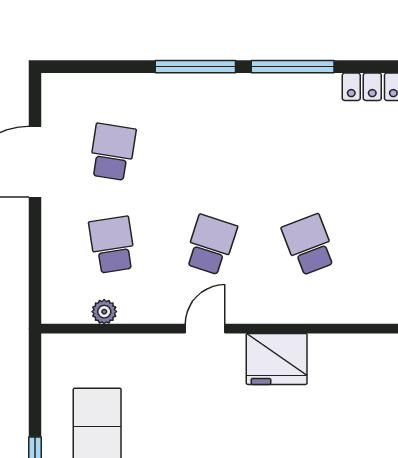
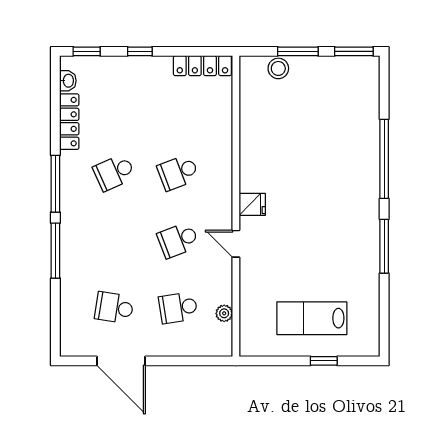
school desk: (309, 152) -> (114, 172), added
school desk: (211, 245) -> (178, 240), turned -39
fridge: (277, 359) -> (252, 204), width x0.53, depth x0.75

